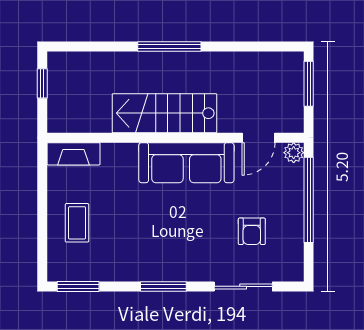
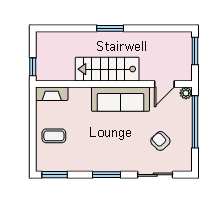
window: (169, 47) -> (110, 28), width x0.69
window: (42, 83) -> (33, 67), moved
coffee table: (77, 223) -> (54, 136), turned 90
armchair: (252, 231) -> (160, 141), turned 136

